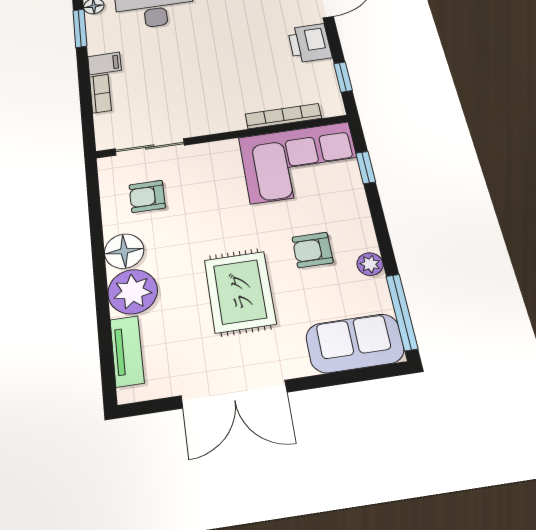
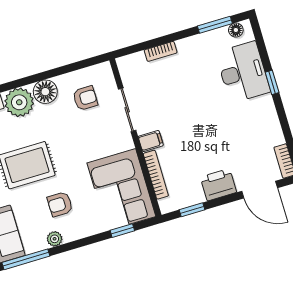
filing cabinet: (105, 63) -> (151, 141), moved, turned -90
sliding door: (150, 147) -> (127, 110), moved
armchair: (147, 196) -> (85, 98), turned 90
armchair: (313, 250) -> (60, 204), turned -90

